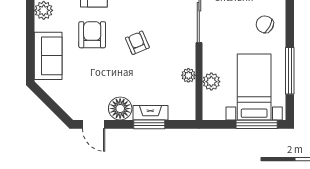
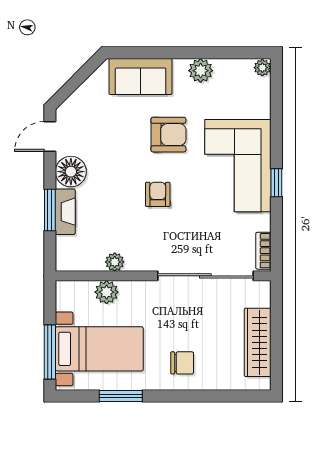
chair: (265, 24) -> (182, 363), turned 61
armchair: (137, 43) -> (158, 194), turned -67
window: (290, 71) -> (121, 396), width x0.69

